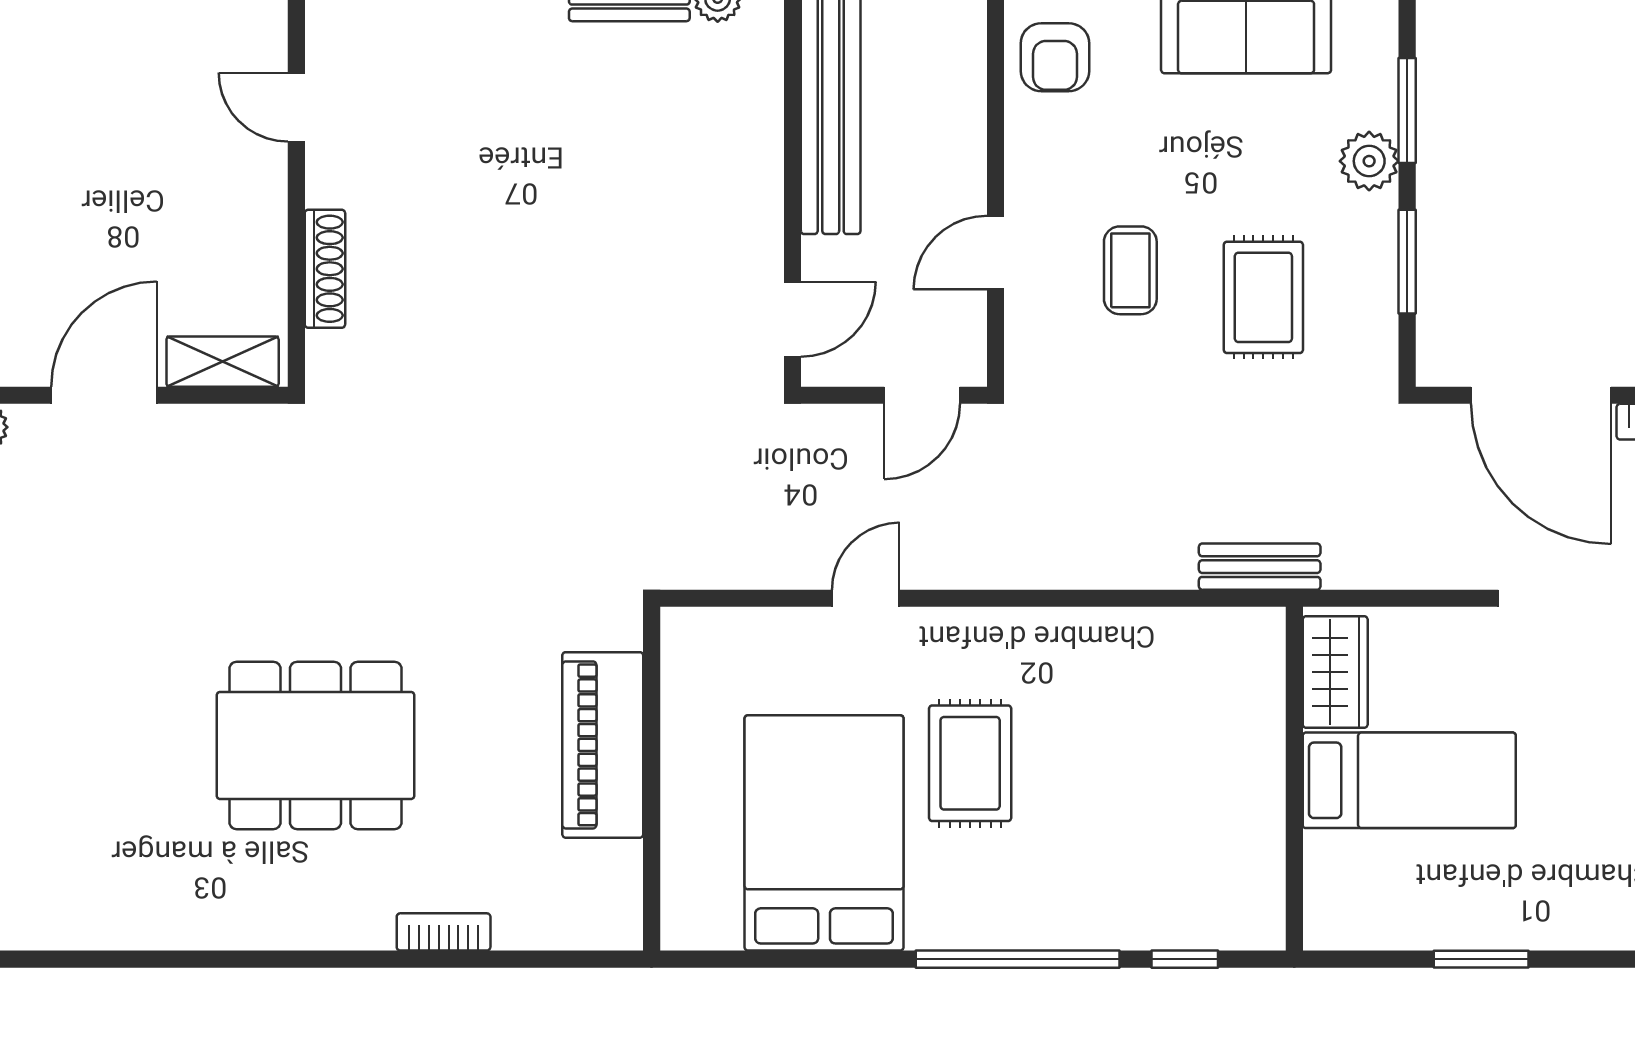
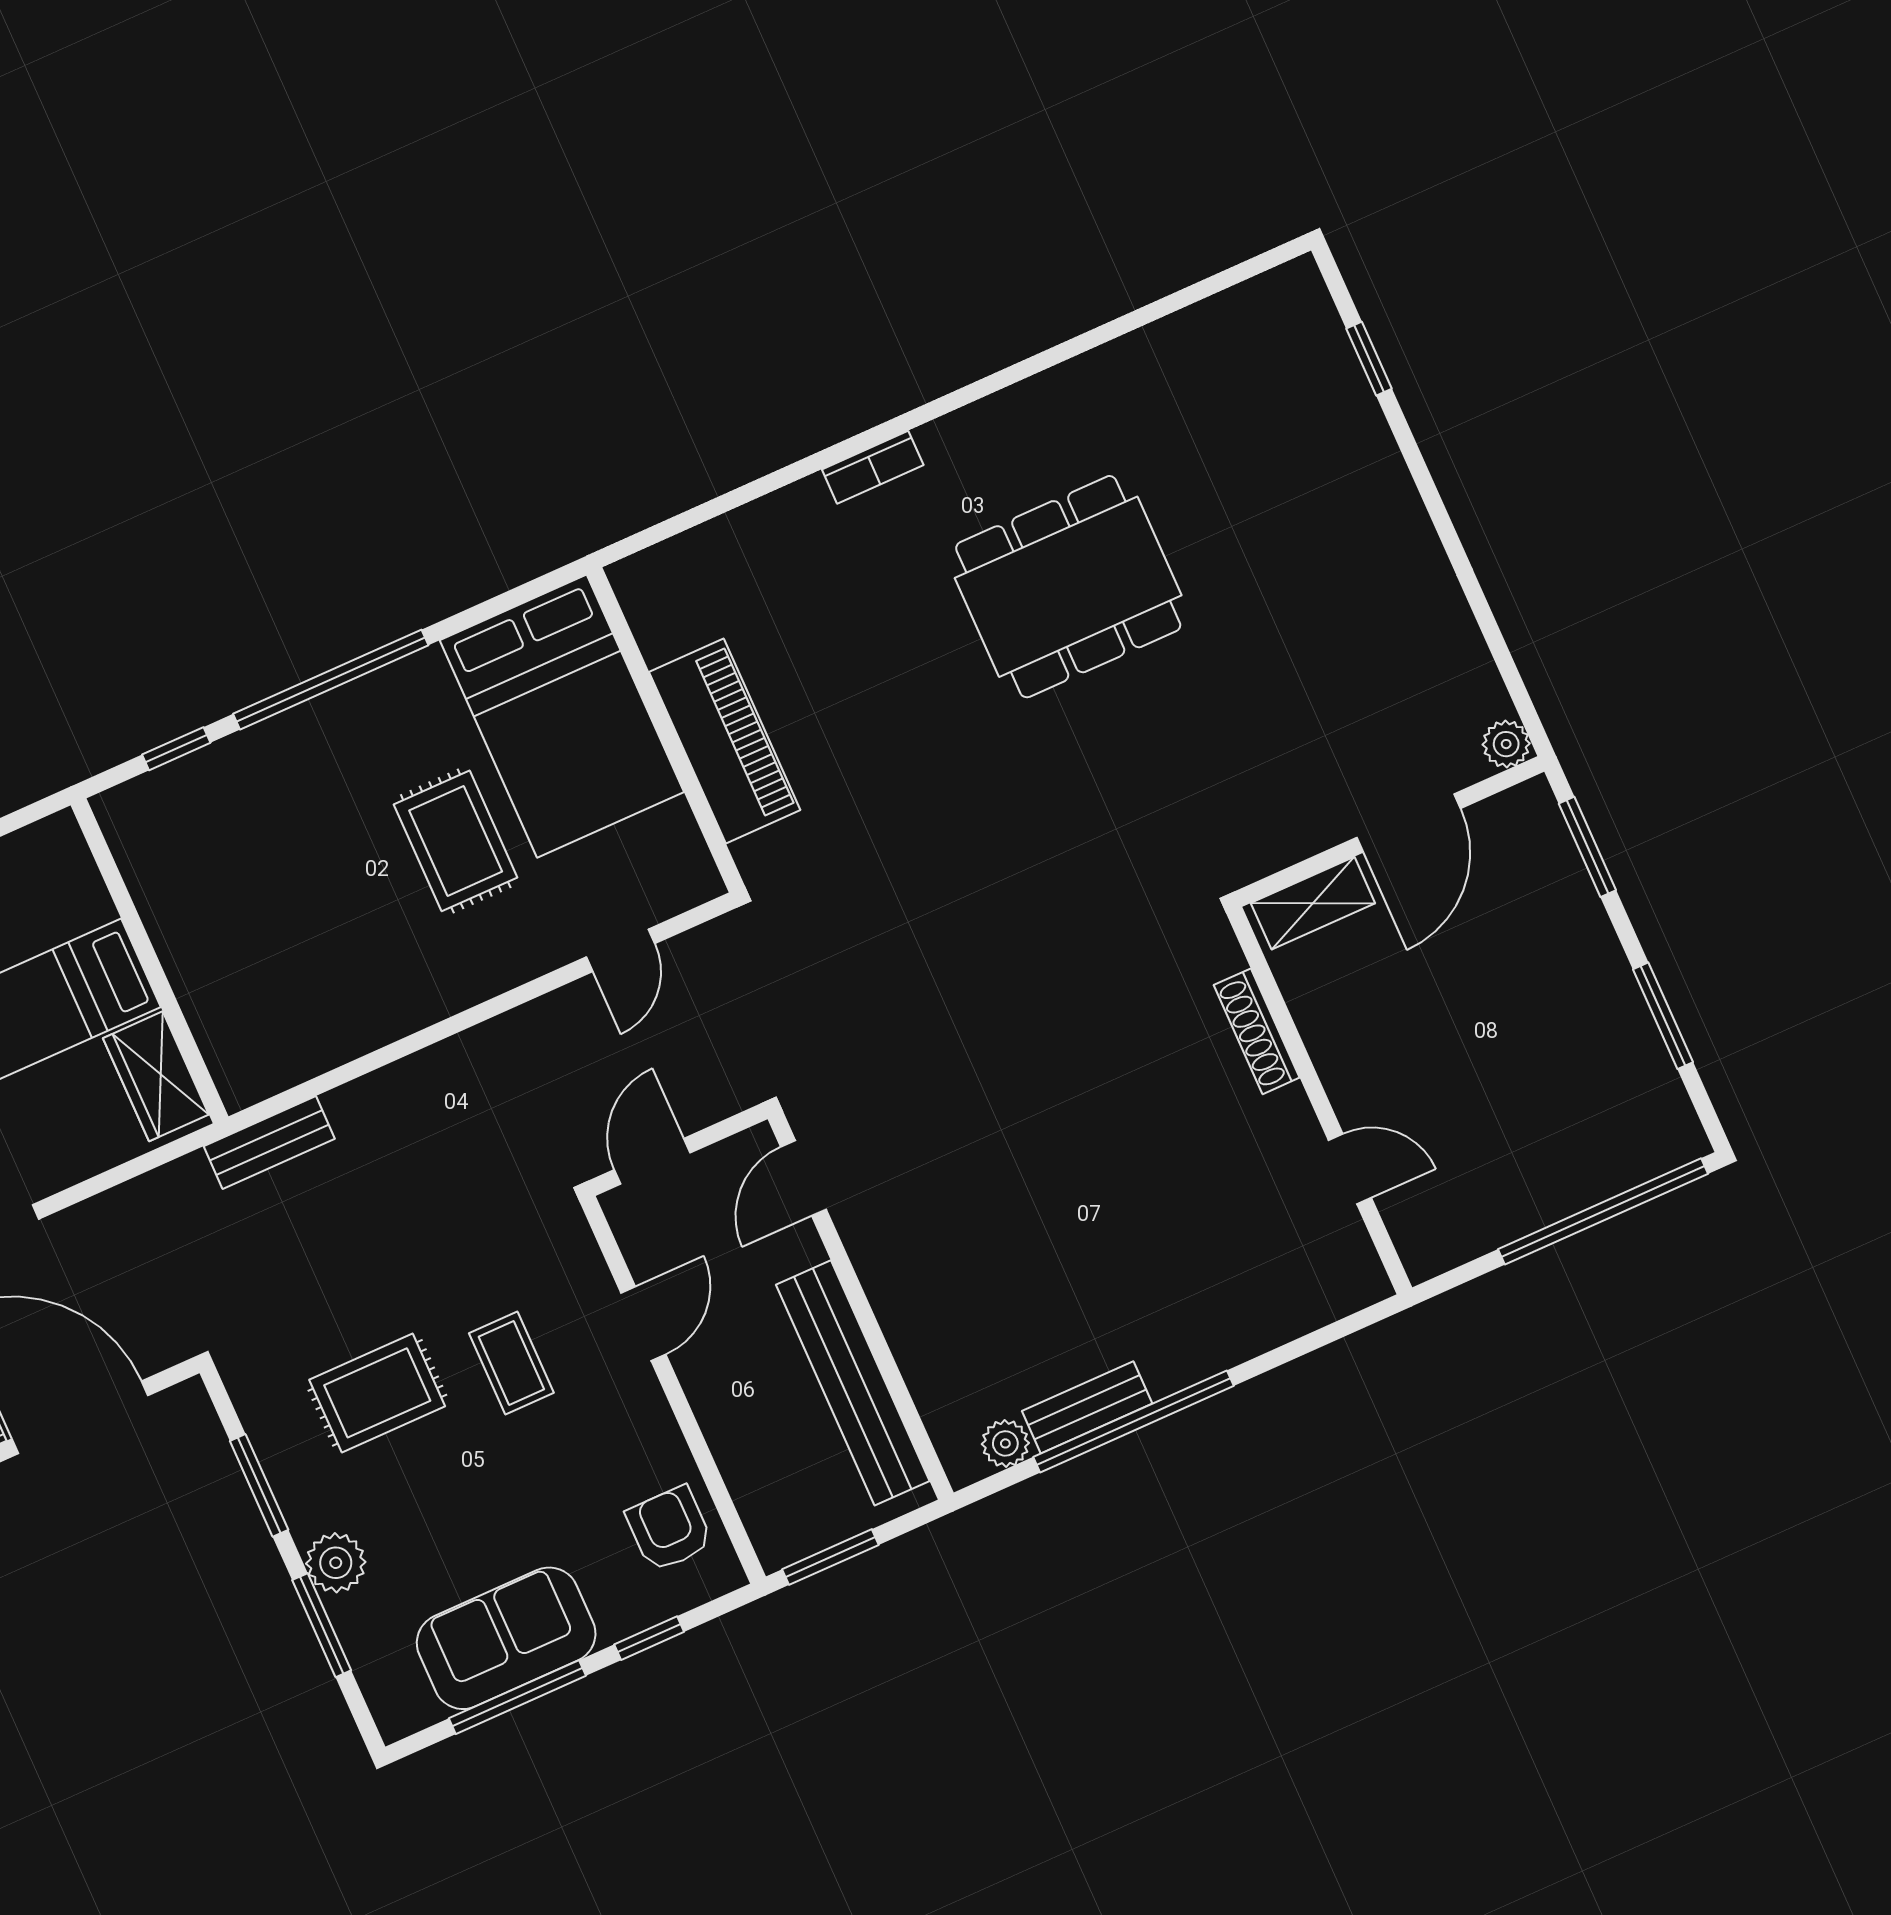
rug: (1263, 297) -> (377, 1393), turned 90
piano: (603, 745) -> (725, 741), moved
wall: (652, 779) -> (666, 730), moved

